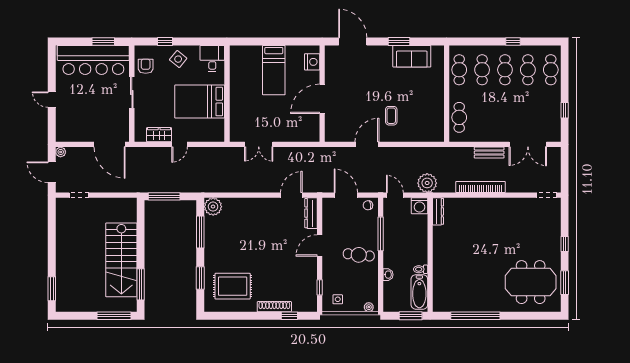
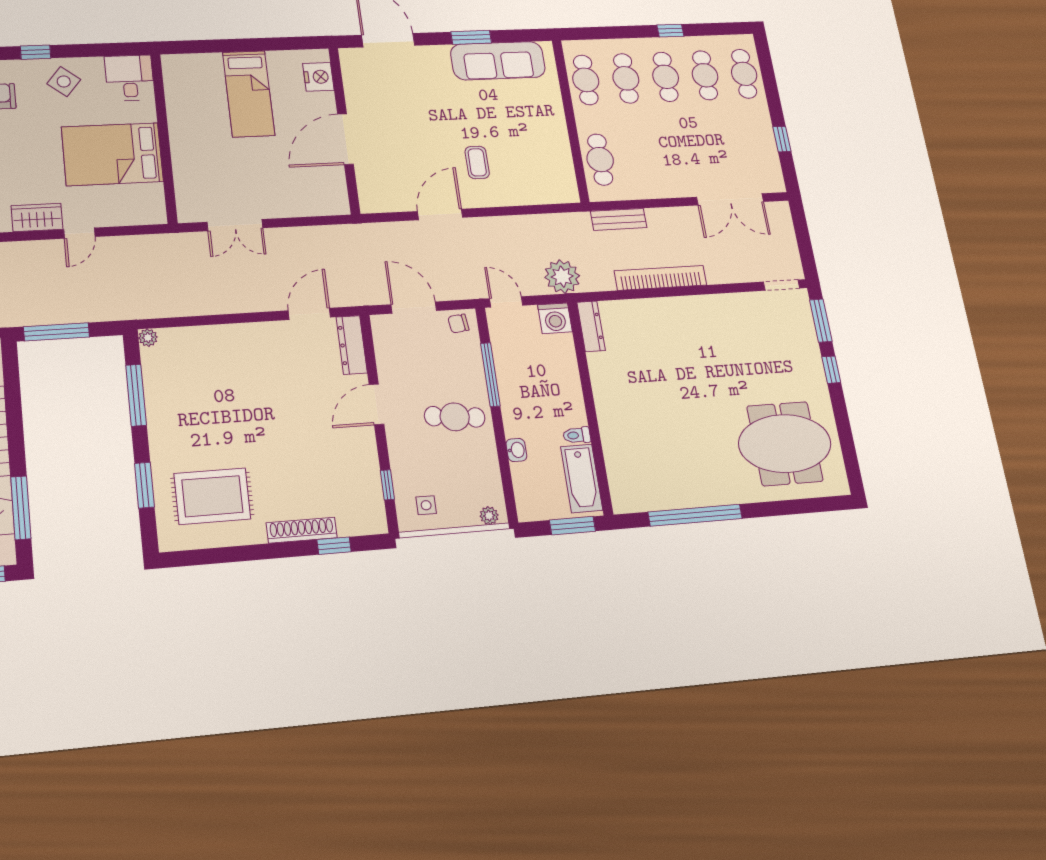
sofa: (412, 56) -> (498, 61), width x1.36
bench: (489, 153) -> (619, 219), moved
plant: (213, 207) -> (148, 338), width x0.53, depth x0.53
window: (565, 283) -> (821, 321), moved

